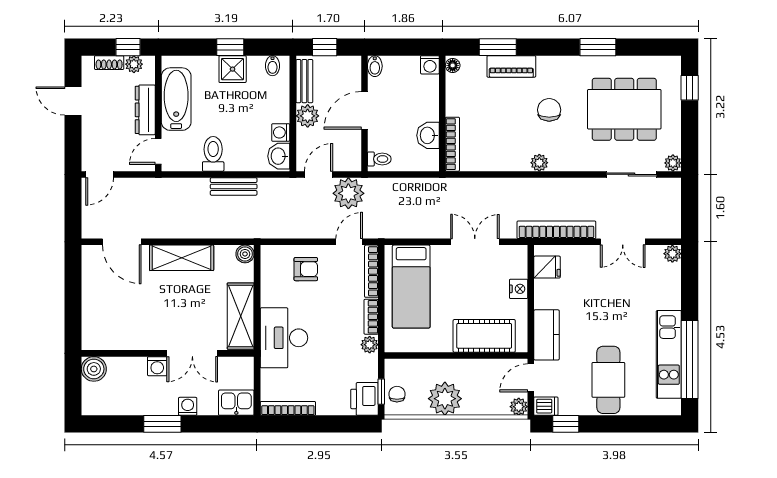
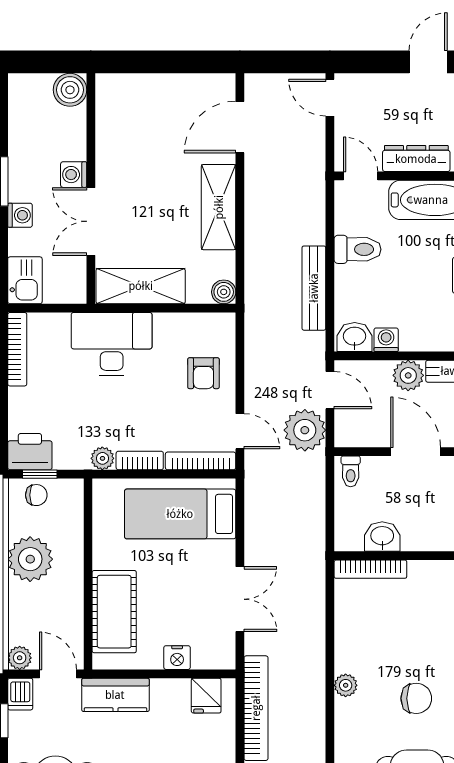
bench: (234, 186) -> (314, 288), width x1.36

